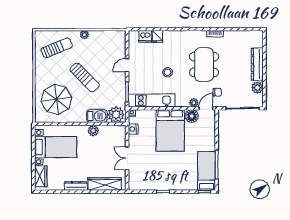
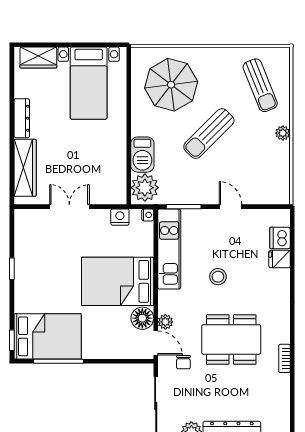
plant: (93, 131) -> (117, 148), removed
bed: (207, 171) -> (48, 336), width x1.50

